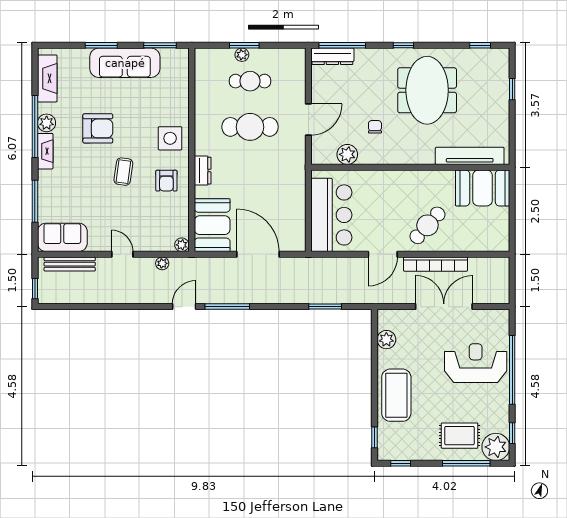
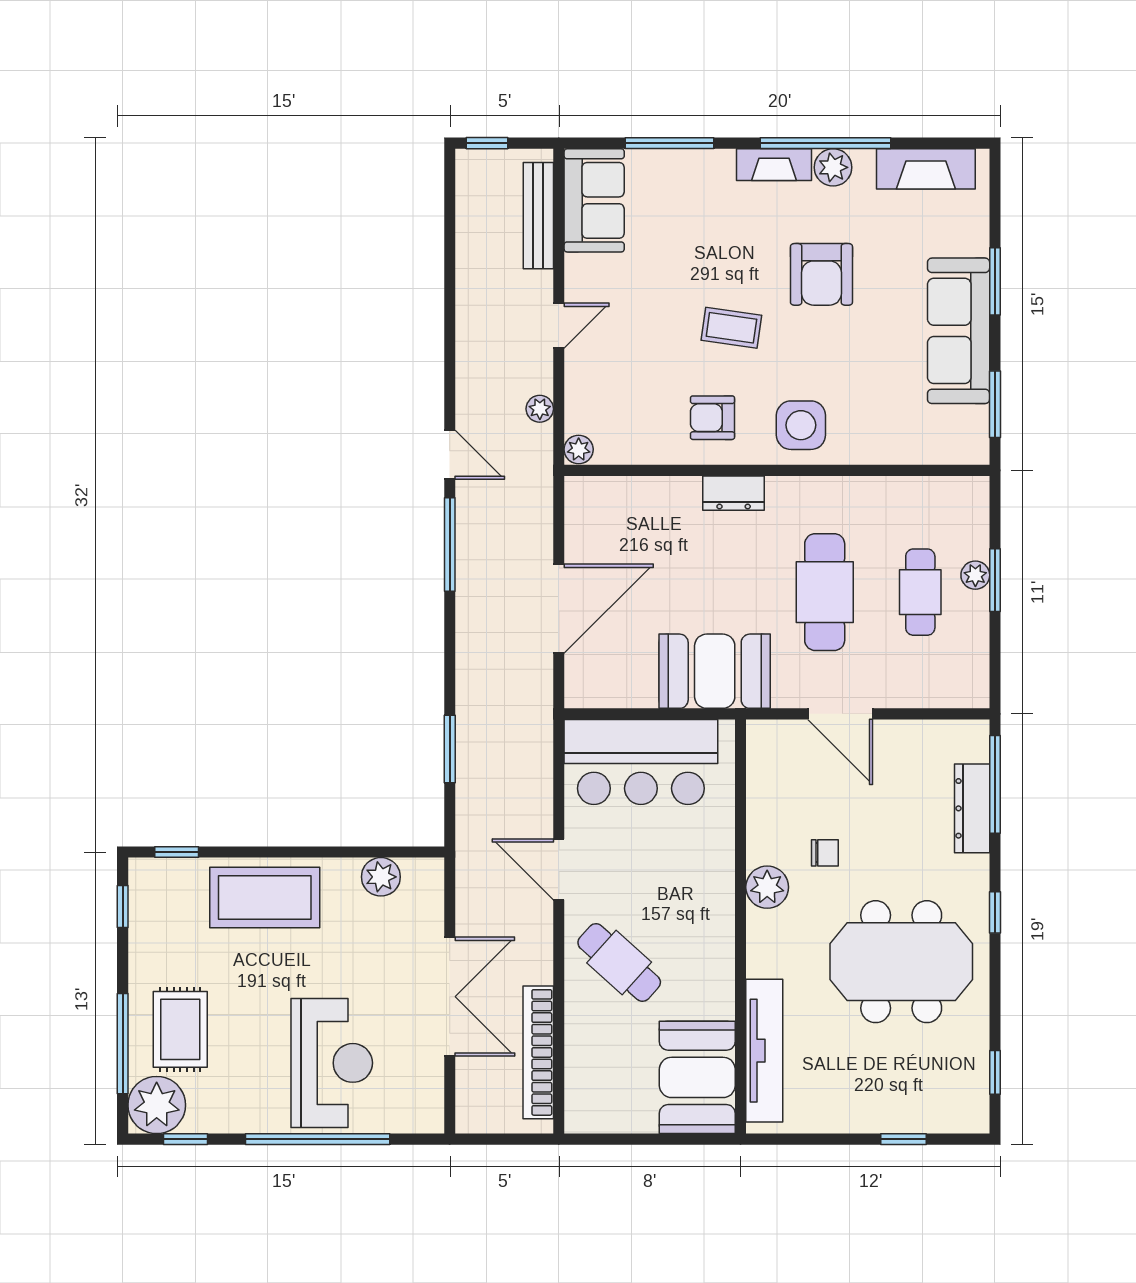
dresser: (332, 56) -> (972, 808), moved
plant: (347, 154) -> (767, 887), moved
booth: (212, 225) -> (715, 671), moved
bookcase: (435, 264) -> (538, 1052), moved

